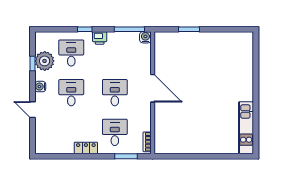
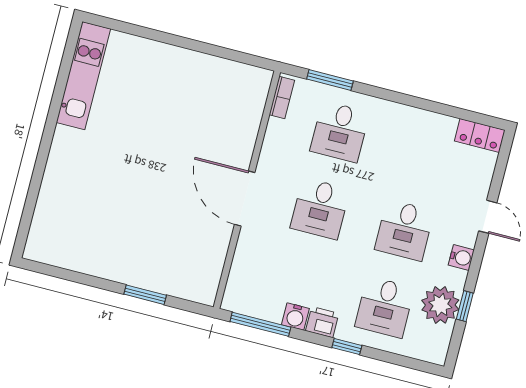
water cooler: (145, 37) -> (295, 317), moved
locker: (86, 148) -> (480, 136), moved

